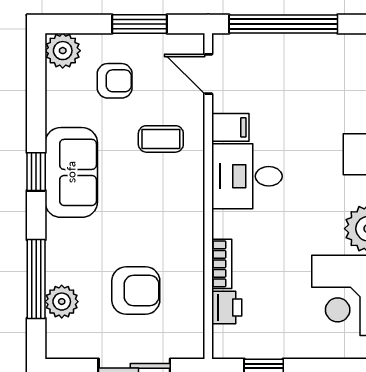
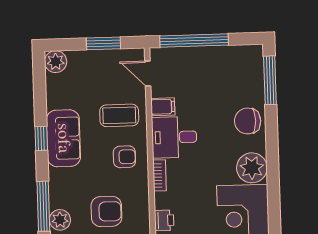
armchair: (115, 81) -> (124, 157), moved
coffee table: (161, 139) -> (119, 115), width x1.36, depth x1.30
bookcase: (222, 264) -> (160, 175), moved

